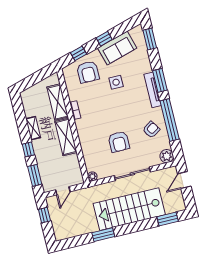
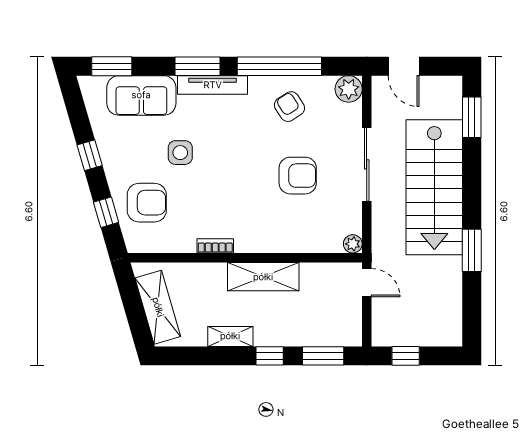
sofa: (117, 48) -> (141, 95), moved, turned 106
shelving: (58, 102) -> (158, 307), moved, turned 74
door: (63, 191) -> (367, 283), moved

